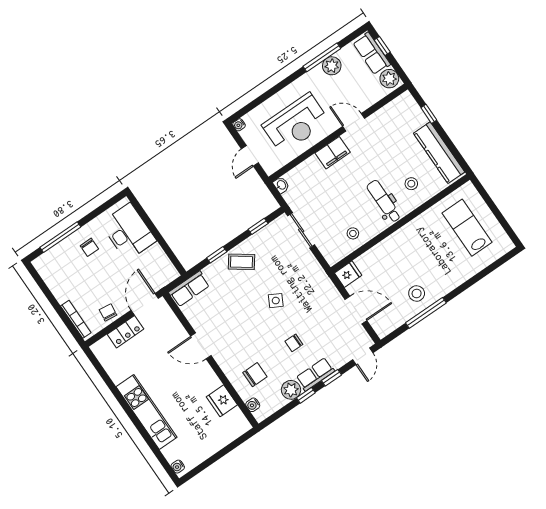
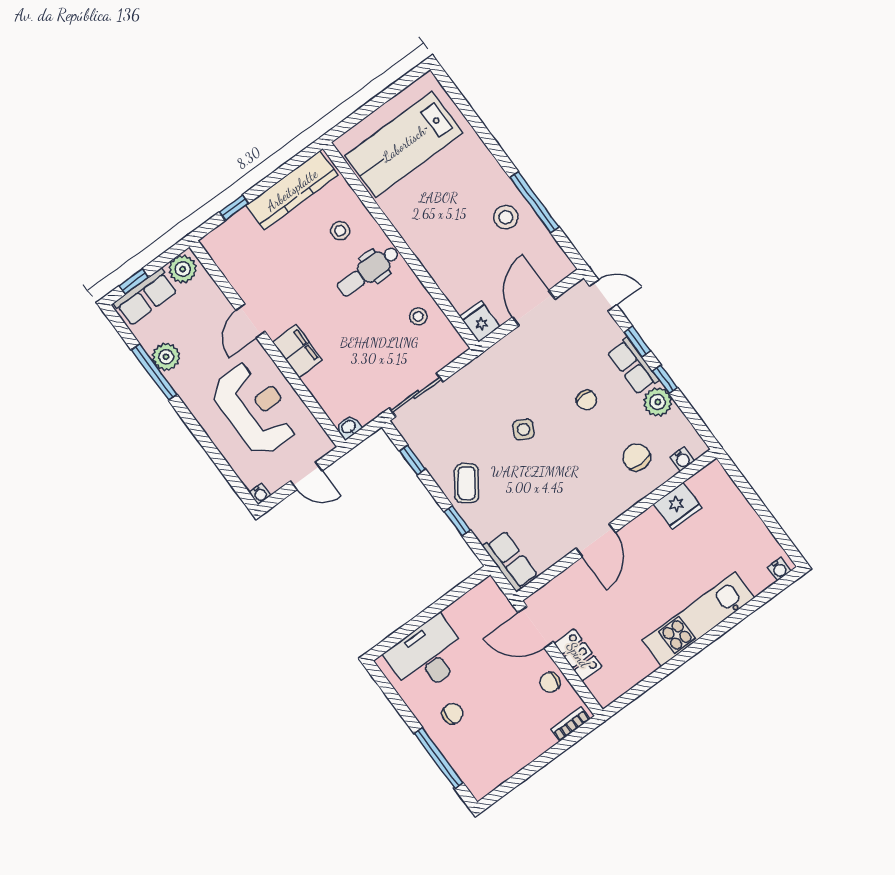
lab bench: (467, 228) -> (404, 144), width x1.36, depth x1.39
bookcase: (76, 319) -> (571, 724), width x0.64

